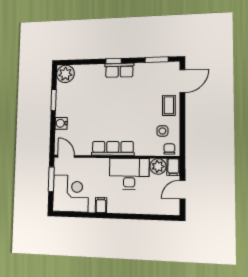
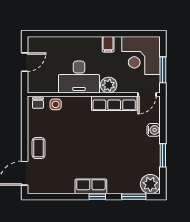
window: (157, 60) -> (134, 197), moved
side table: (162, 131) -> (56, 104), moved
row of seats: (113, 148) -> (114, 103), moved
door: (66, 156) -> (147, 94), hinge flipped
plant: (158, 166) -> (109, 85), moved
filing cabinet: (173, 167) -> (34, 85), removed

